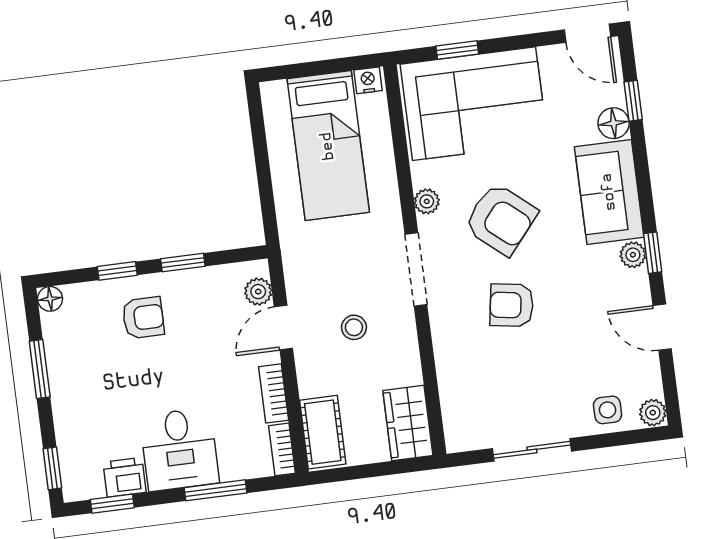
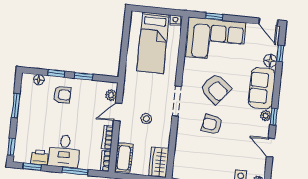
plant: (427, 201) -> (188, 75), removed
floor lamp: (50, 299) -> (39, 80), moved

